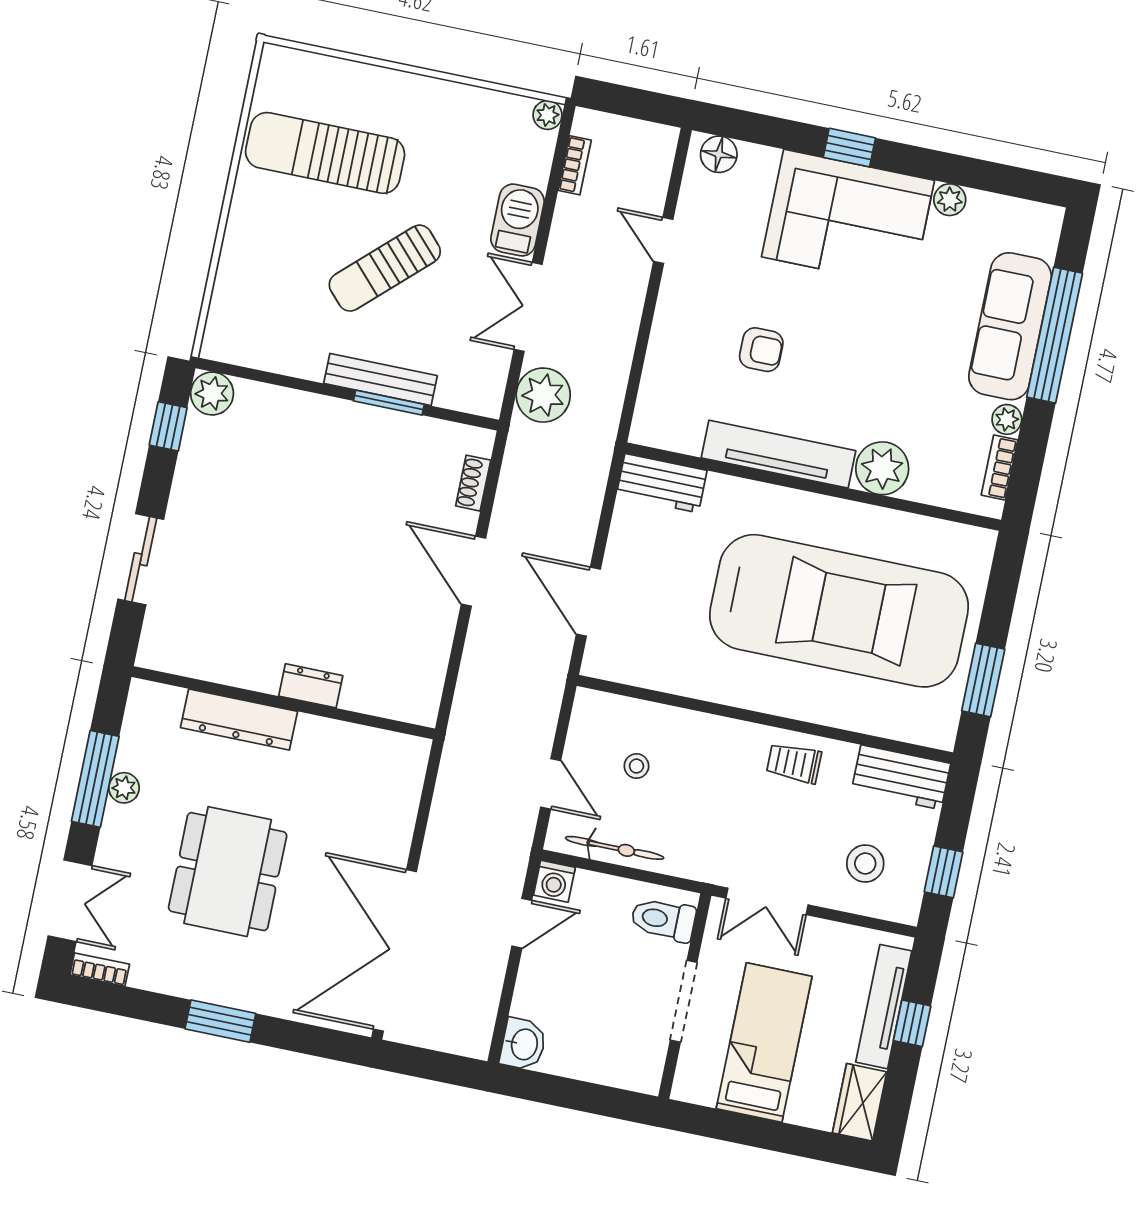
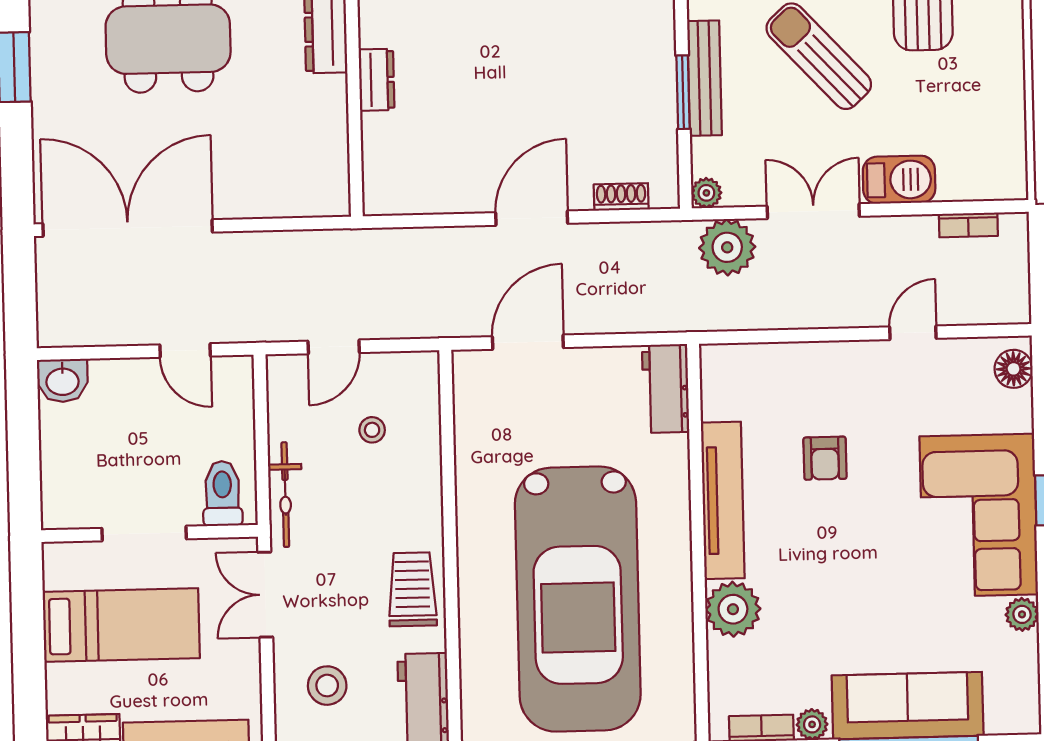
plant: (548, 115) -> (706, 193), moved
trolley: (794, 763) -> (412, 589), width x1.36, depth x1.39
bicycle: (615, 848) -> (285, 495), moved
washing machine: (554, 881) -> (236, 374), removed

